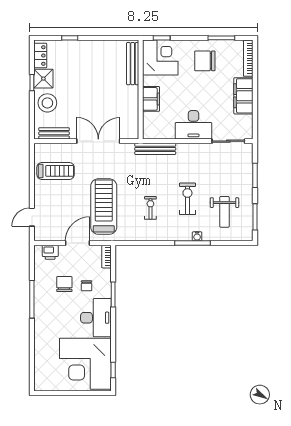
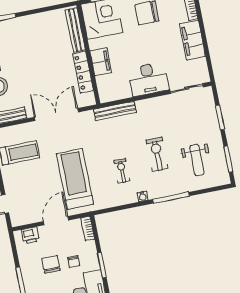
locker: (132, 105) -> (83, 72), added
water cooler: (197, 236) -> (143, 196), moved

